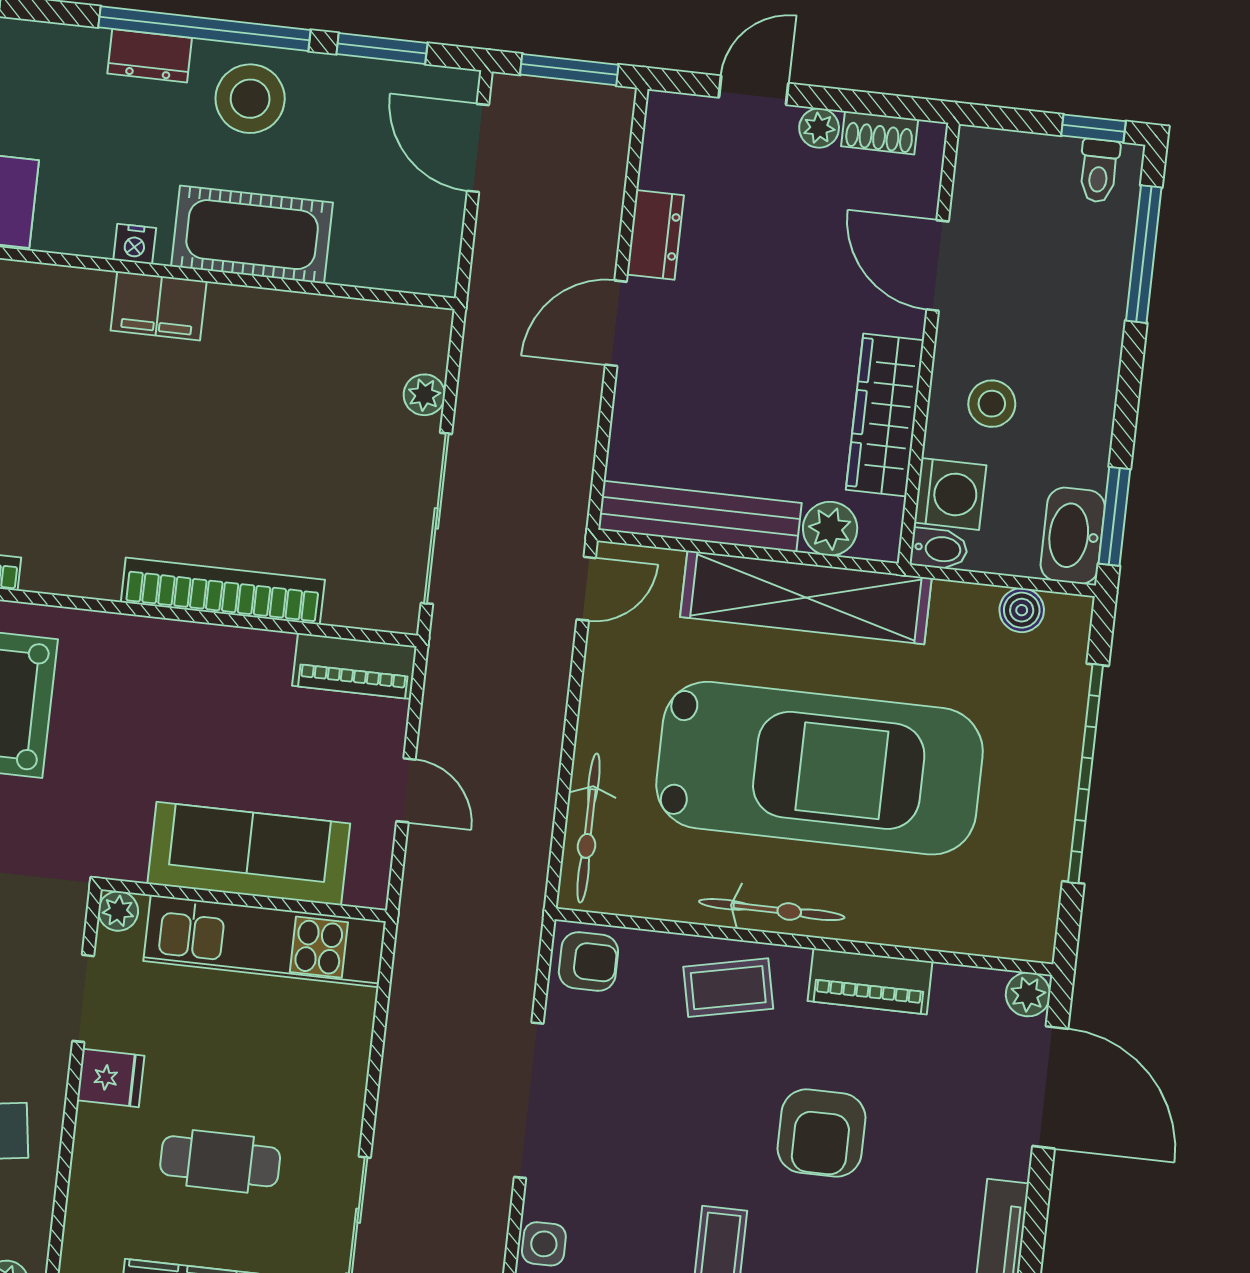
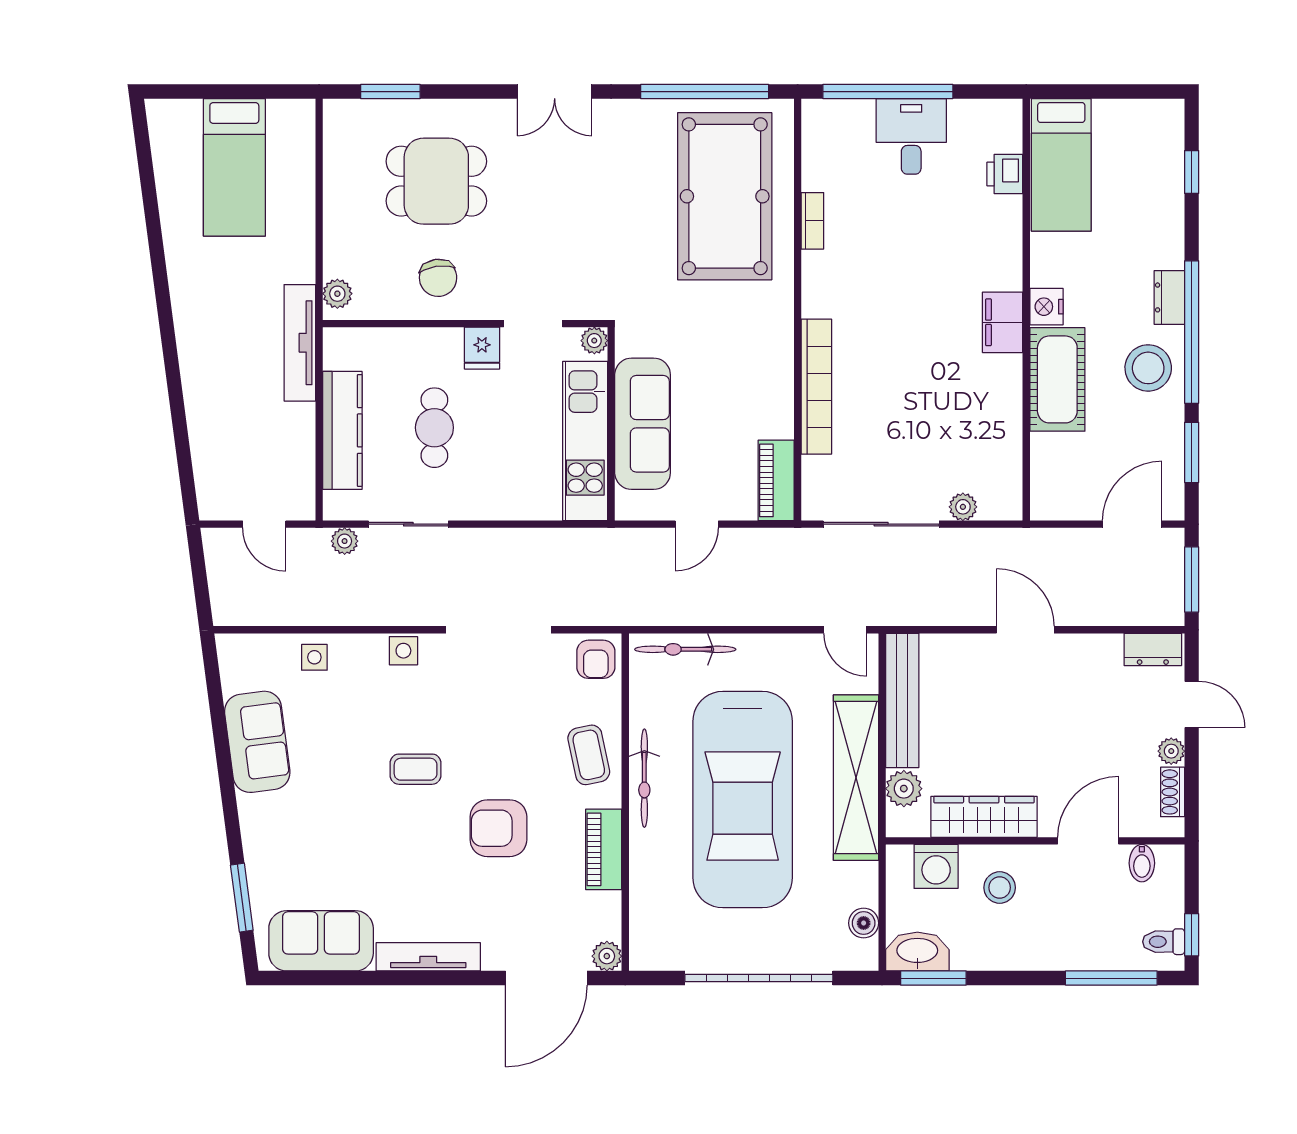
dresser: (655, 235) -> (1153, 649), moved
nightstand: (135, 244) -> (1047, 307), width x1.39, depth x1.35
bidet: (939, 549) -> (1142, 863), moved

